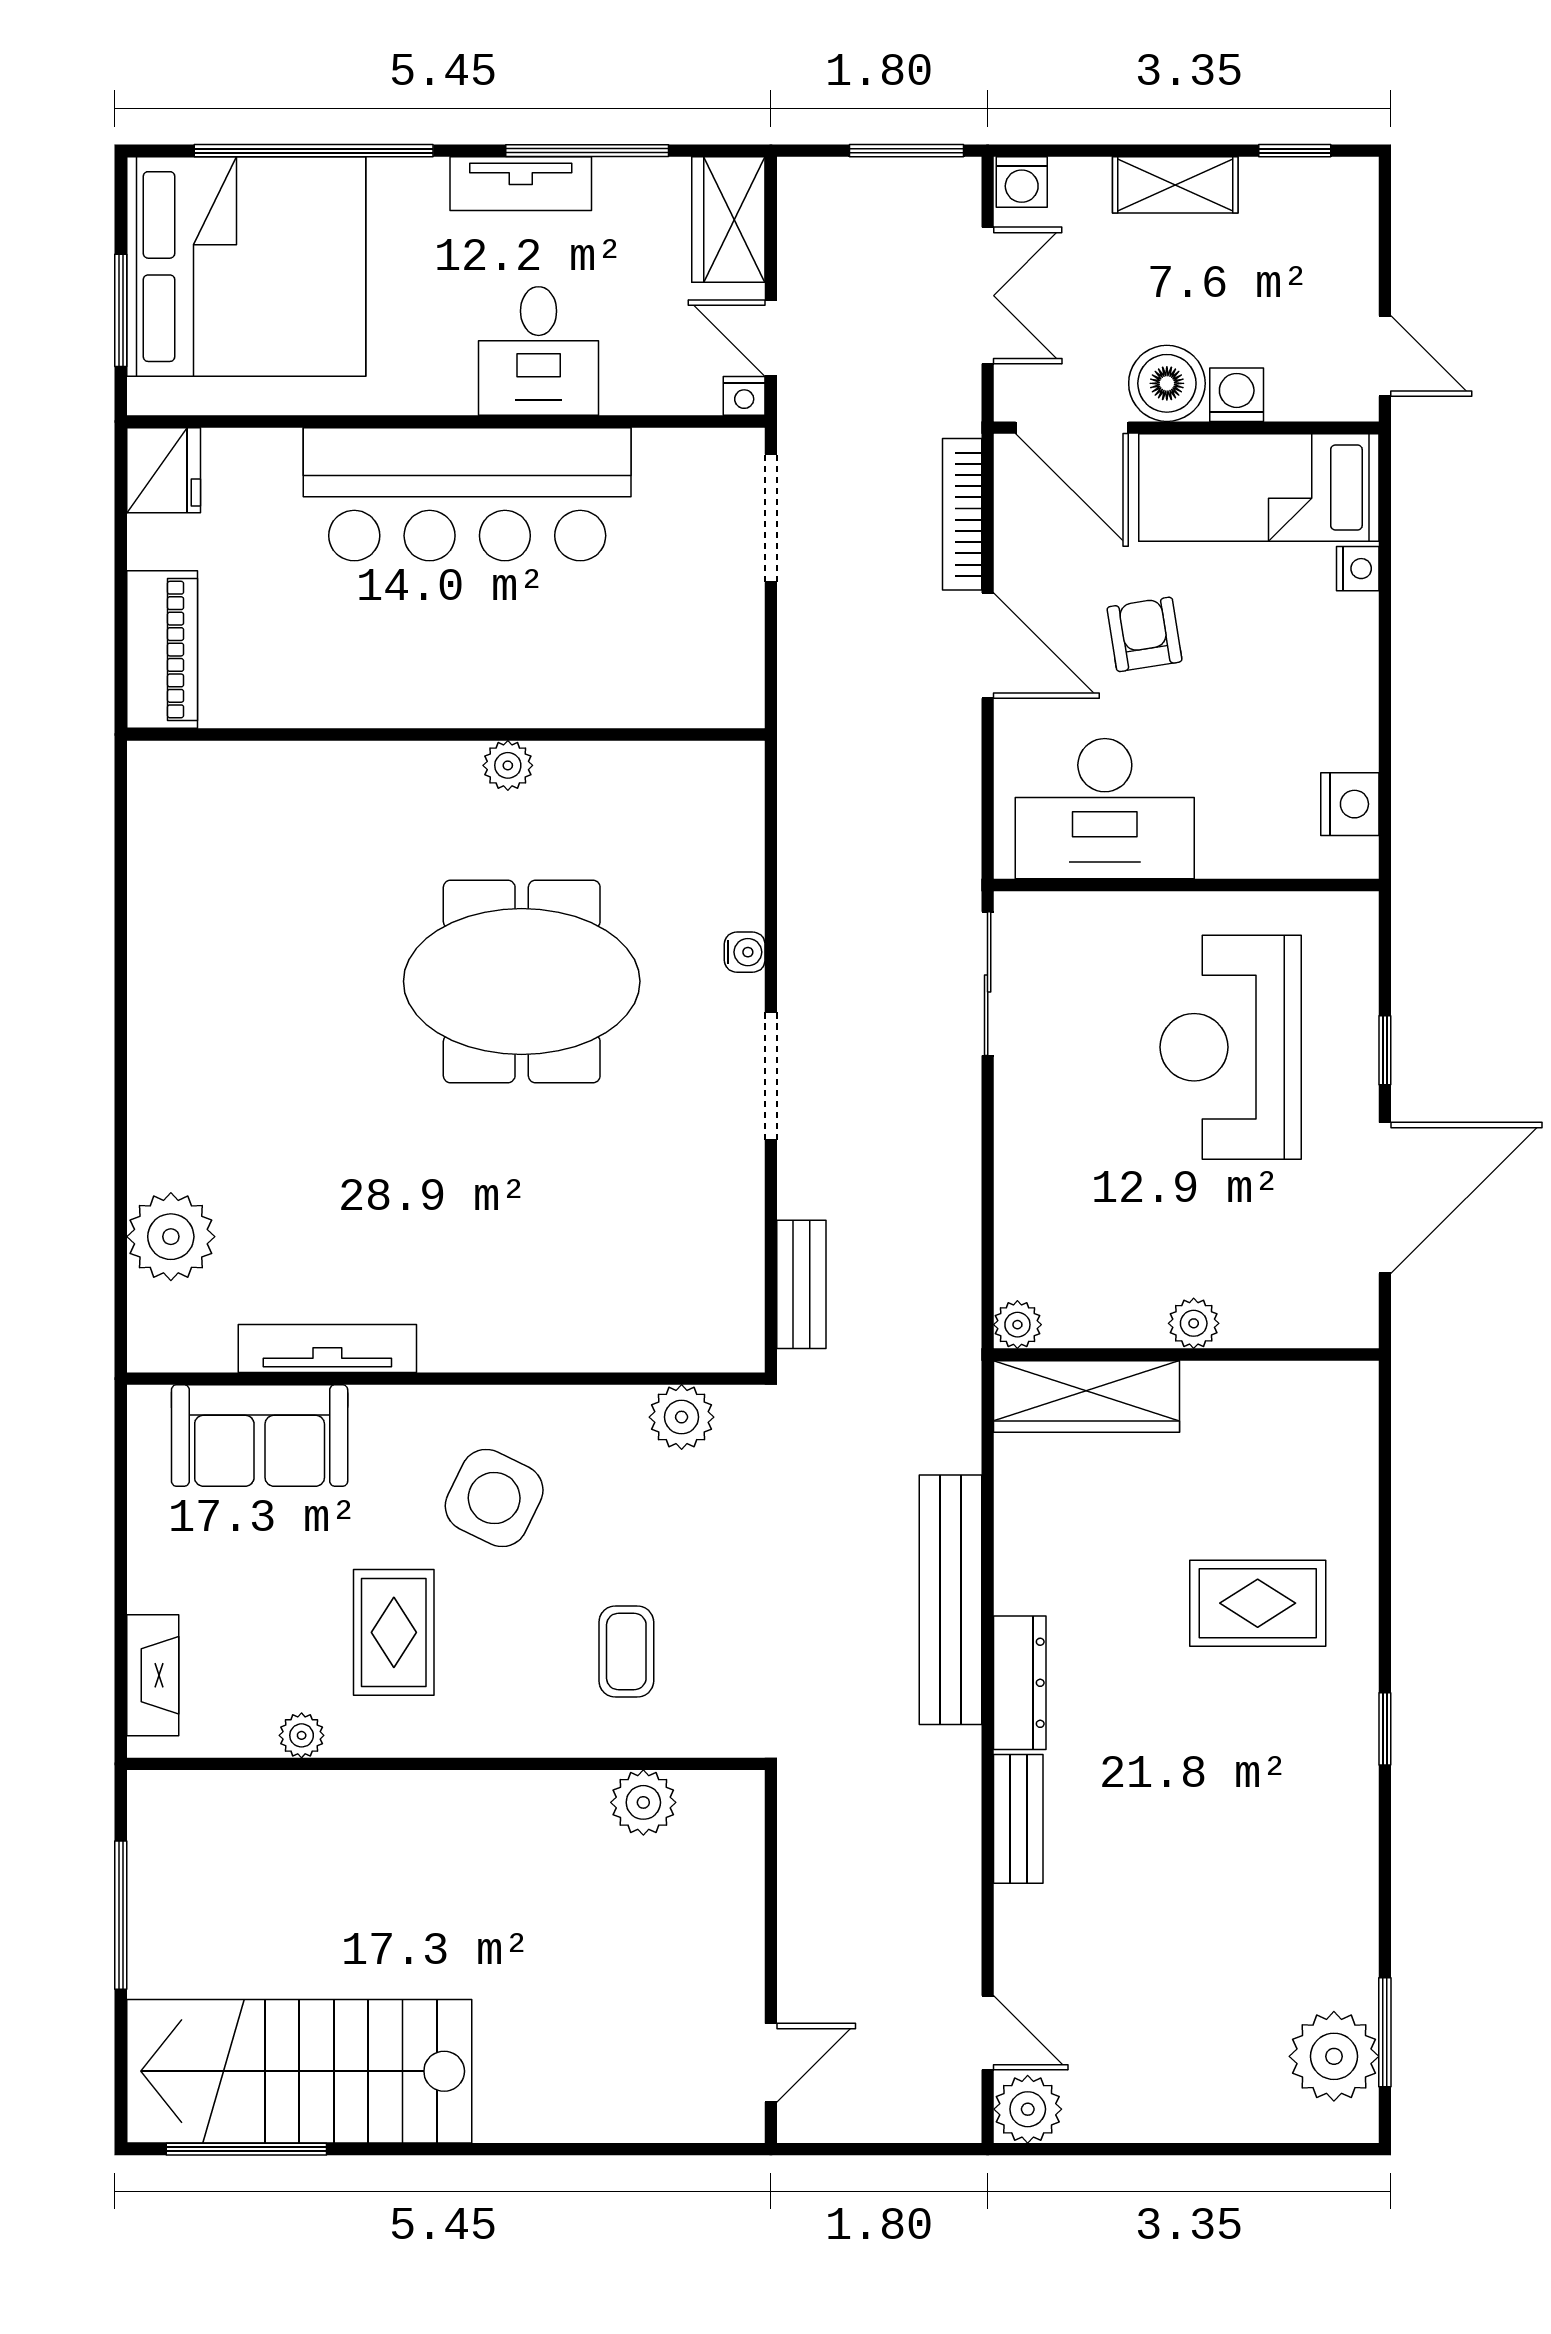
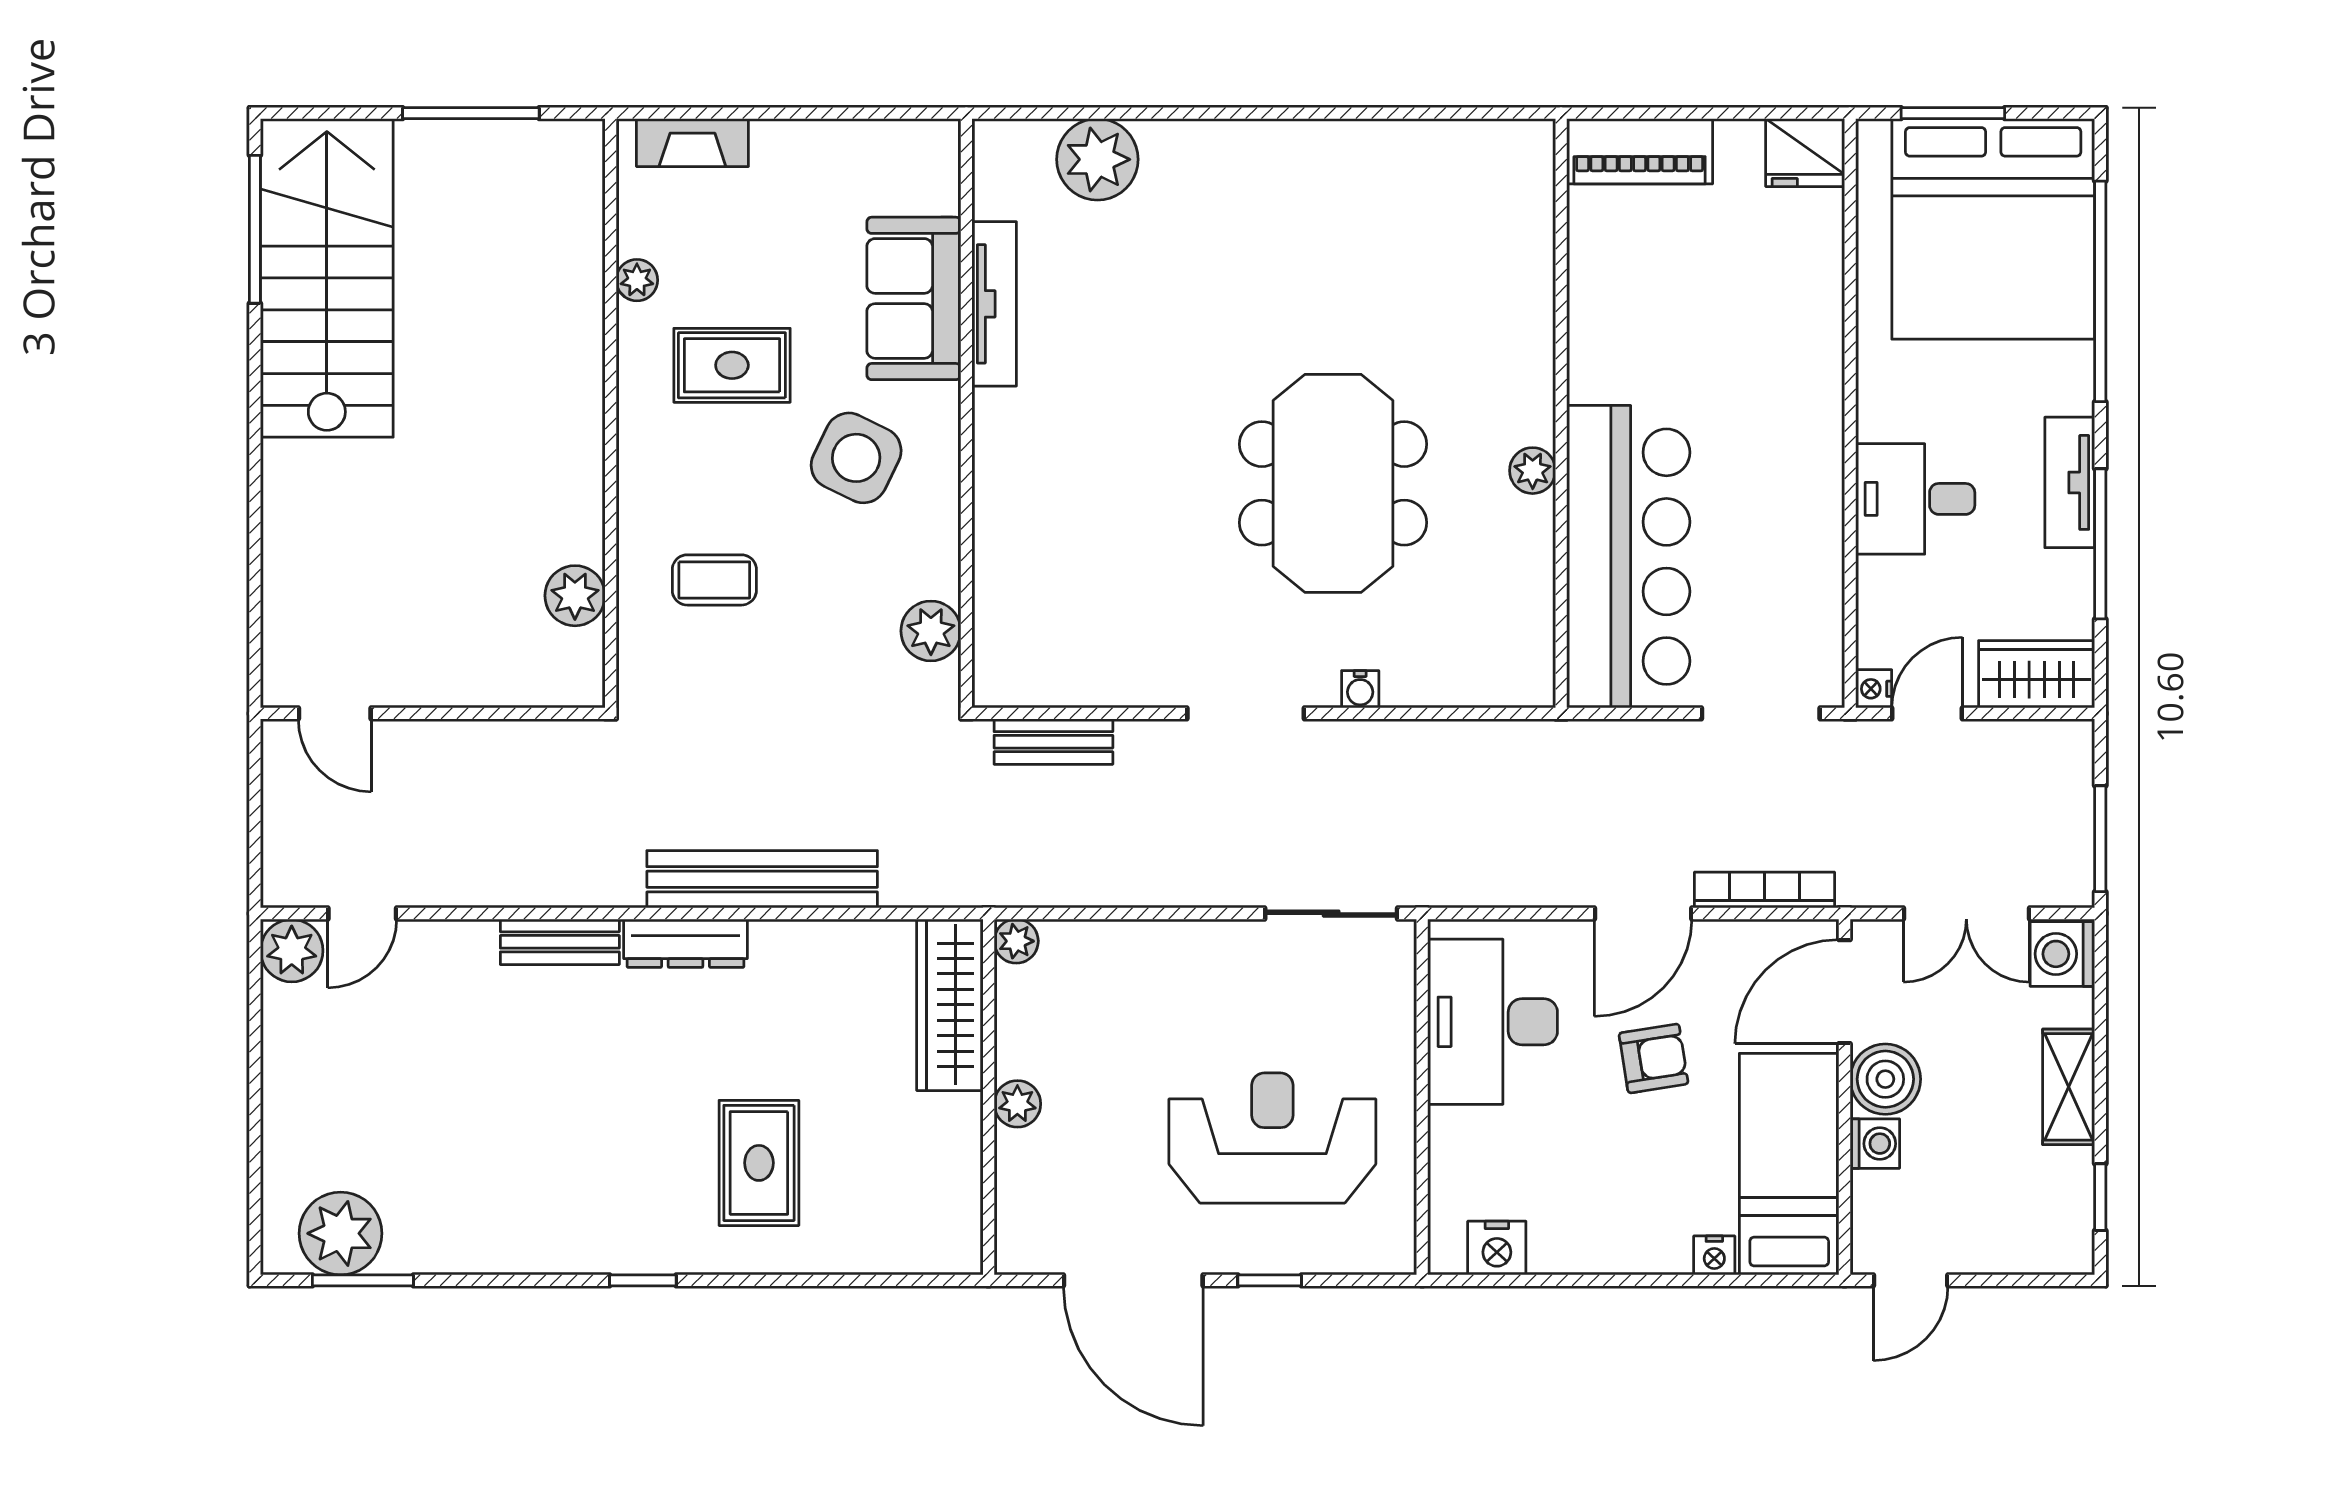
washing machine: (1022, 182) -> (2062, 954), width x1.38, depth x1.38
bar counter: (467, 494) -> (1628, 557), moved, turned 180
sofa: (260, 1436) -> (914, 298), moved

